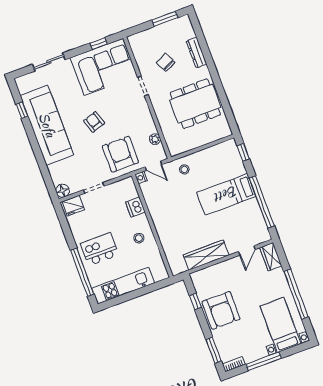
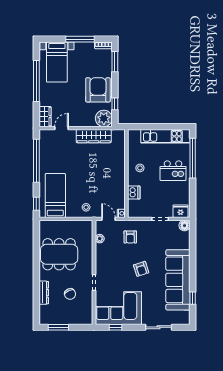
armchair: (120, 154) -> (130, 237), width x0.53, depth x0.53
bed: (226, 194) -> (55, 195), moved, turned -90
plant: (202, 280) -> (104, 118), added

